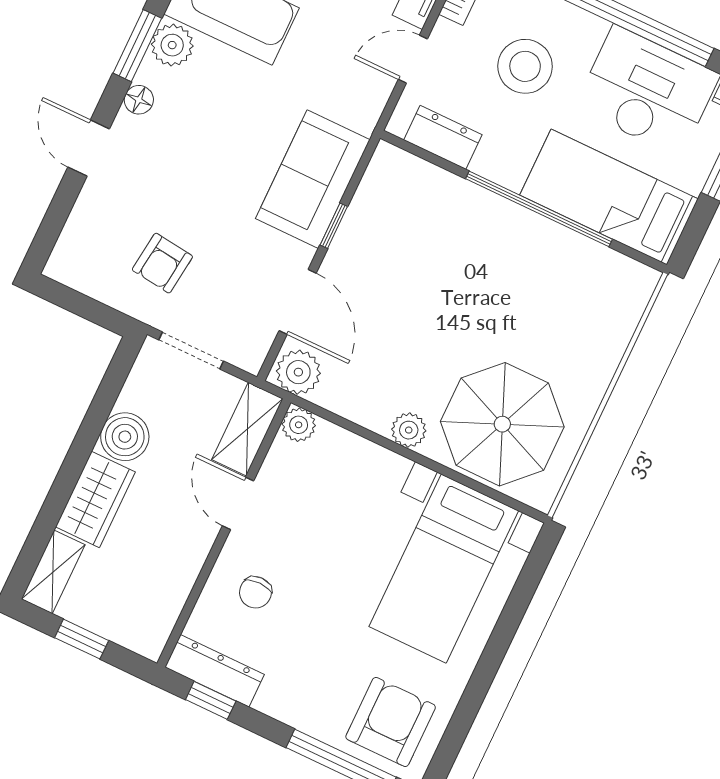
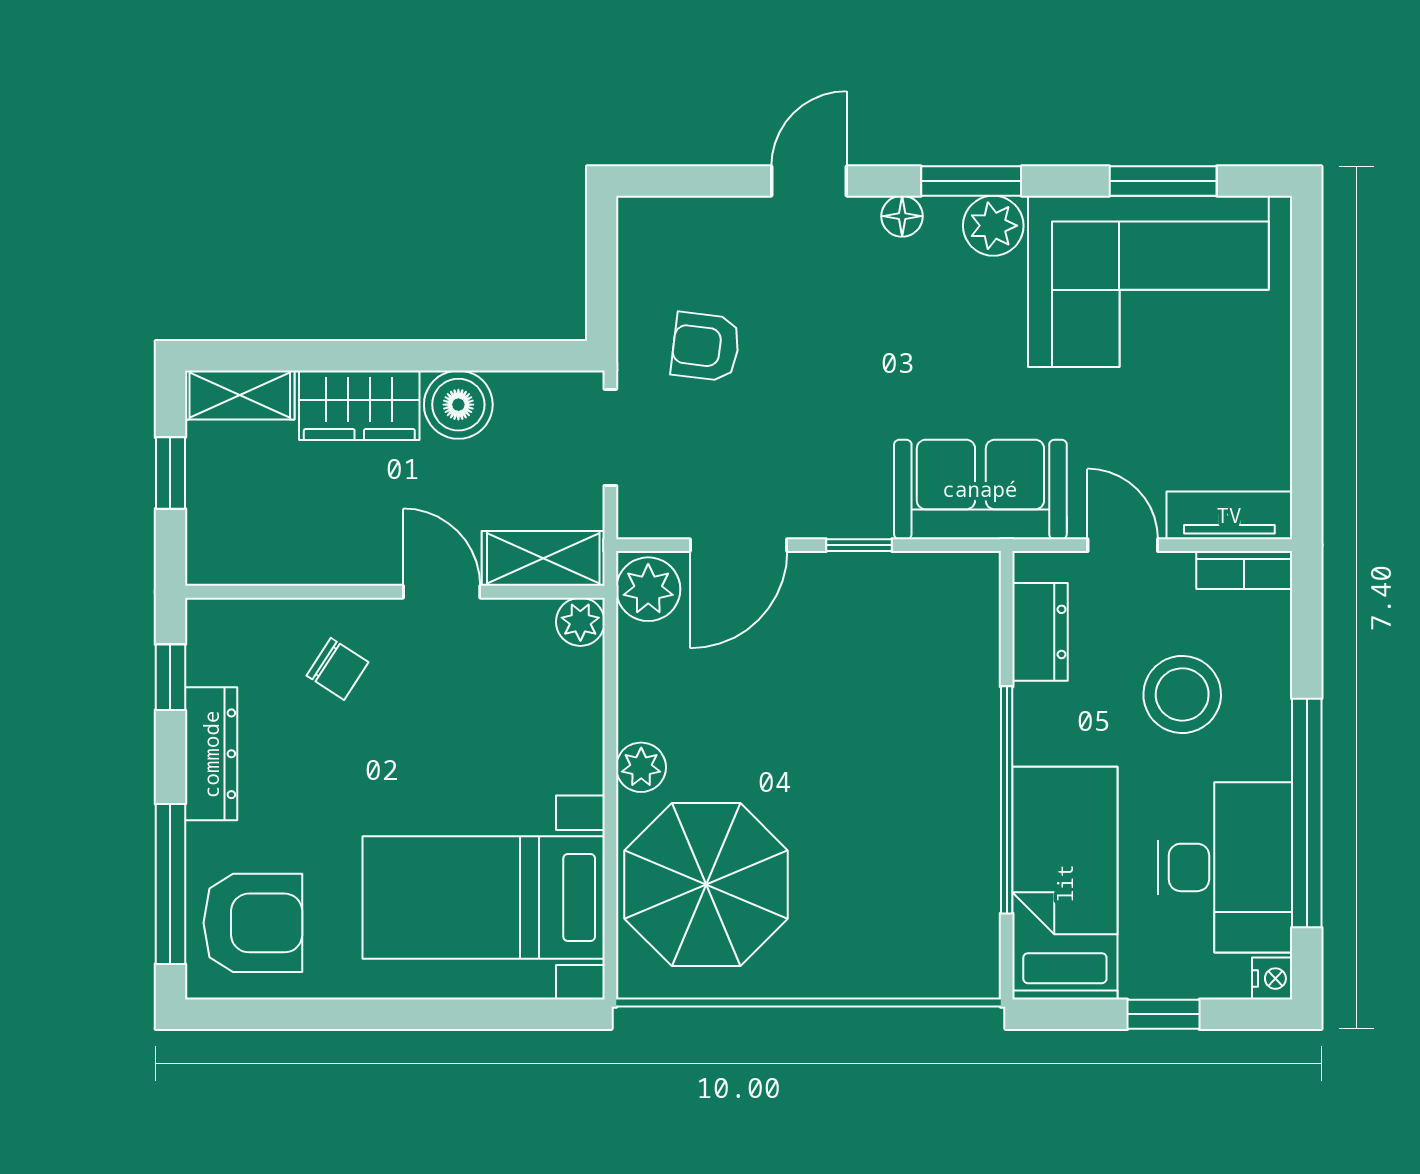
sofa: (313, 179) -> (980, 489), moved
door: (238, 503) -> (442, 592), hinge flipped
chair: (255, 592) -> (337, 669), turned -147
dresser: (215, 671) -> (211, 754), moved

